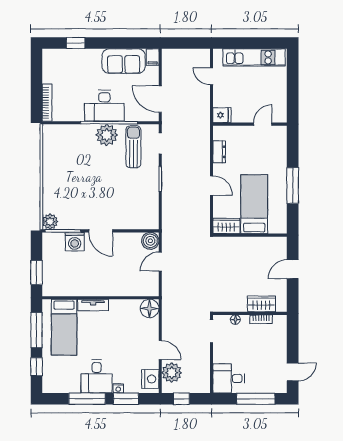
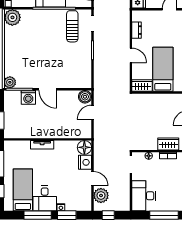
plant: (107, 135) -> (12, 17), moved
bed: (64, 327) -> (23, 190), moved, turned 180
desk: (229, 378) -> (144, 196), width x1.37
nightstand: (150, 379) -> (85, 162), moved

